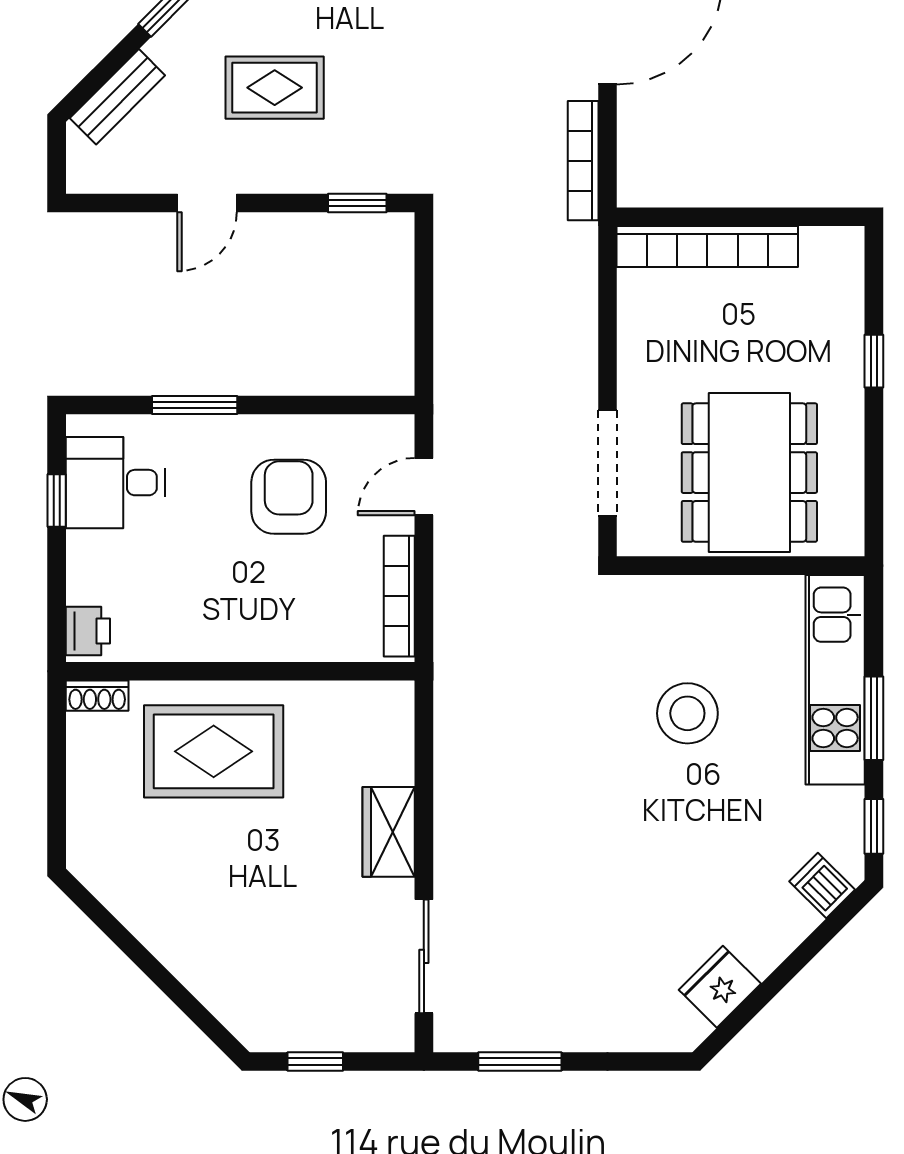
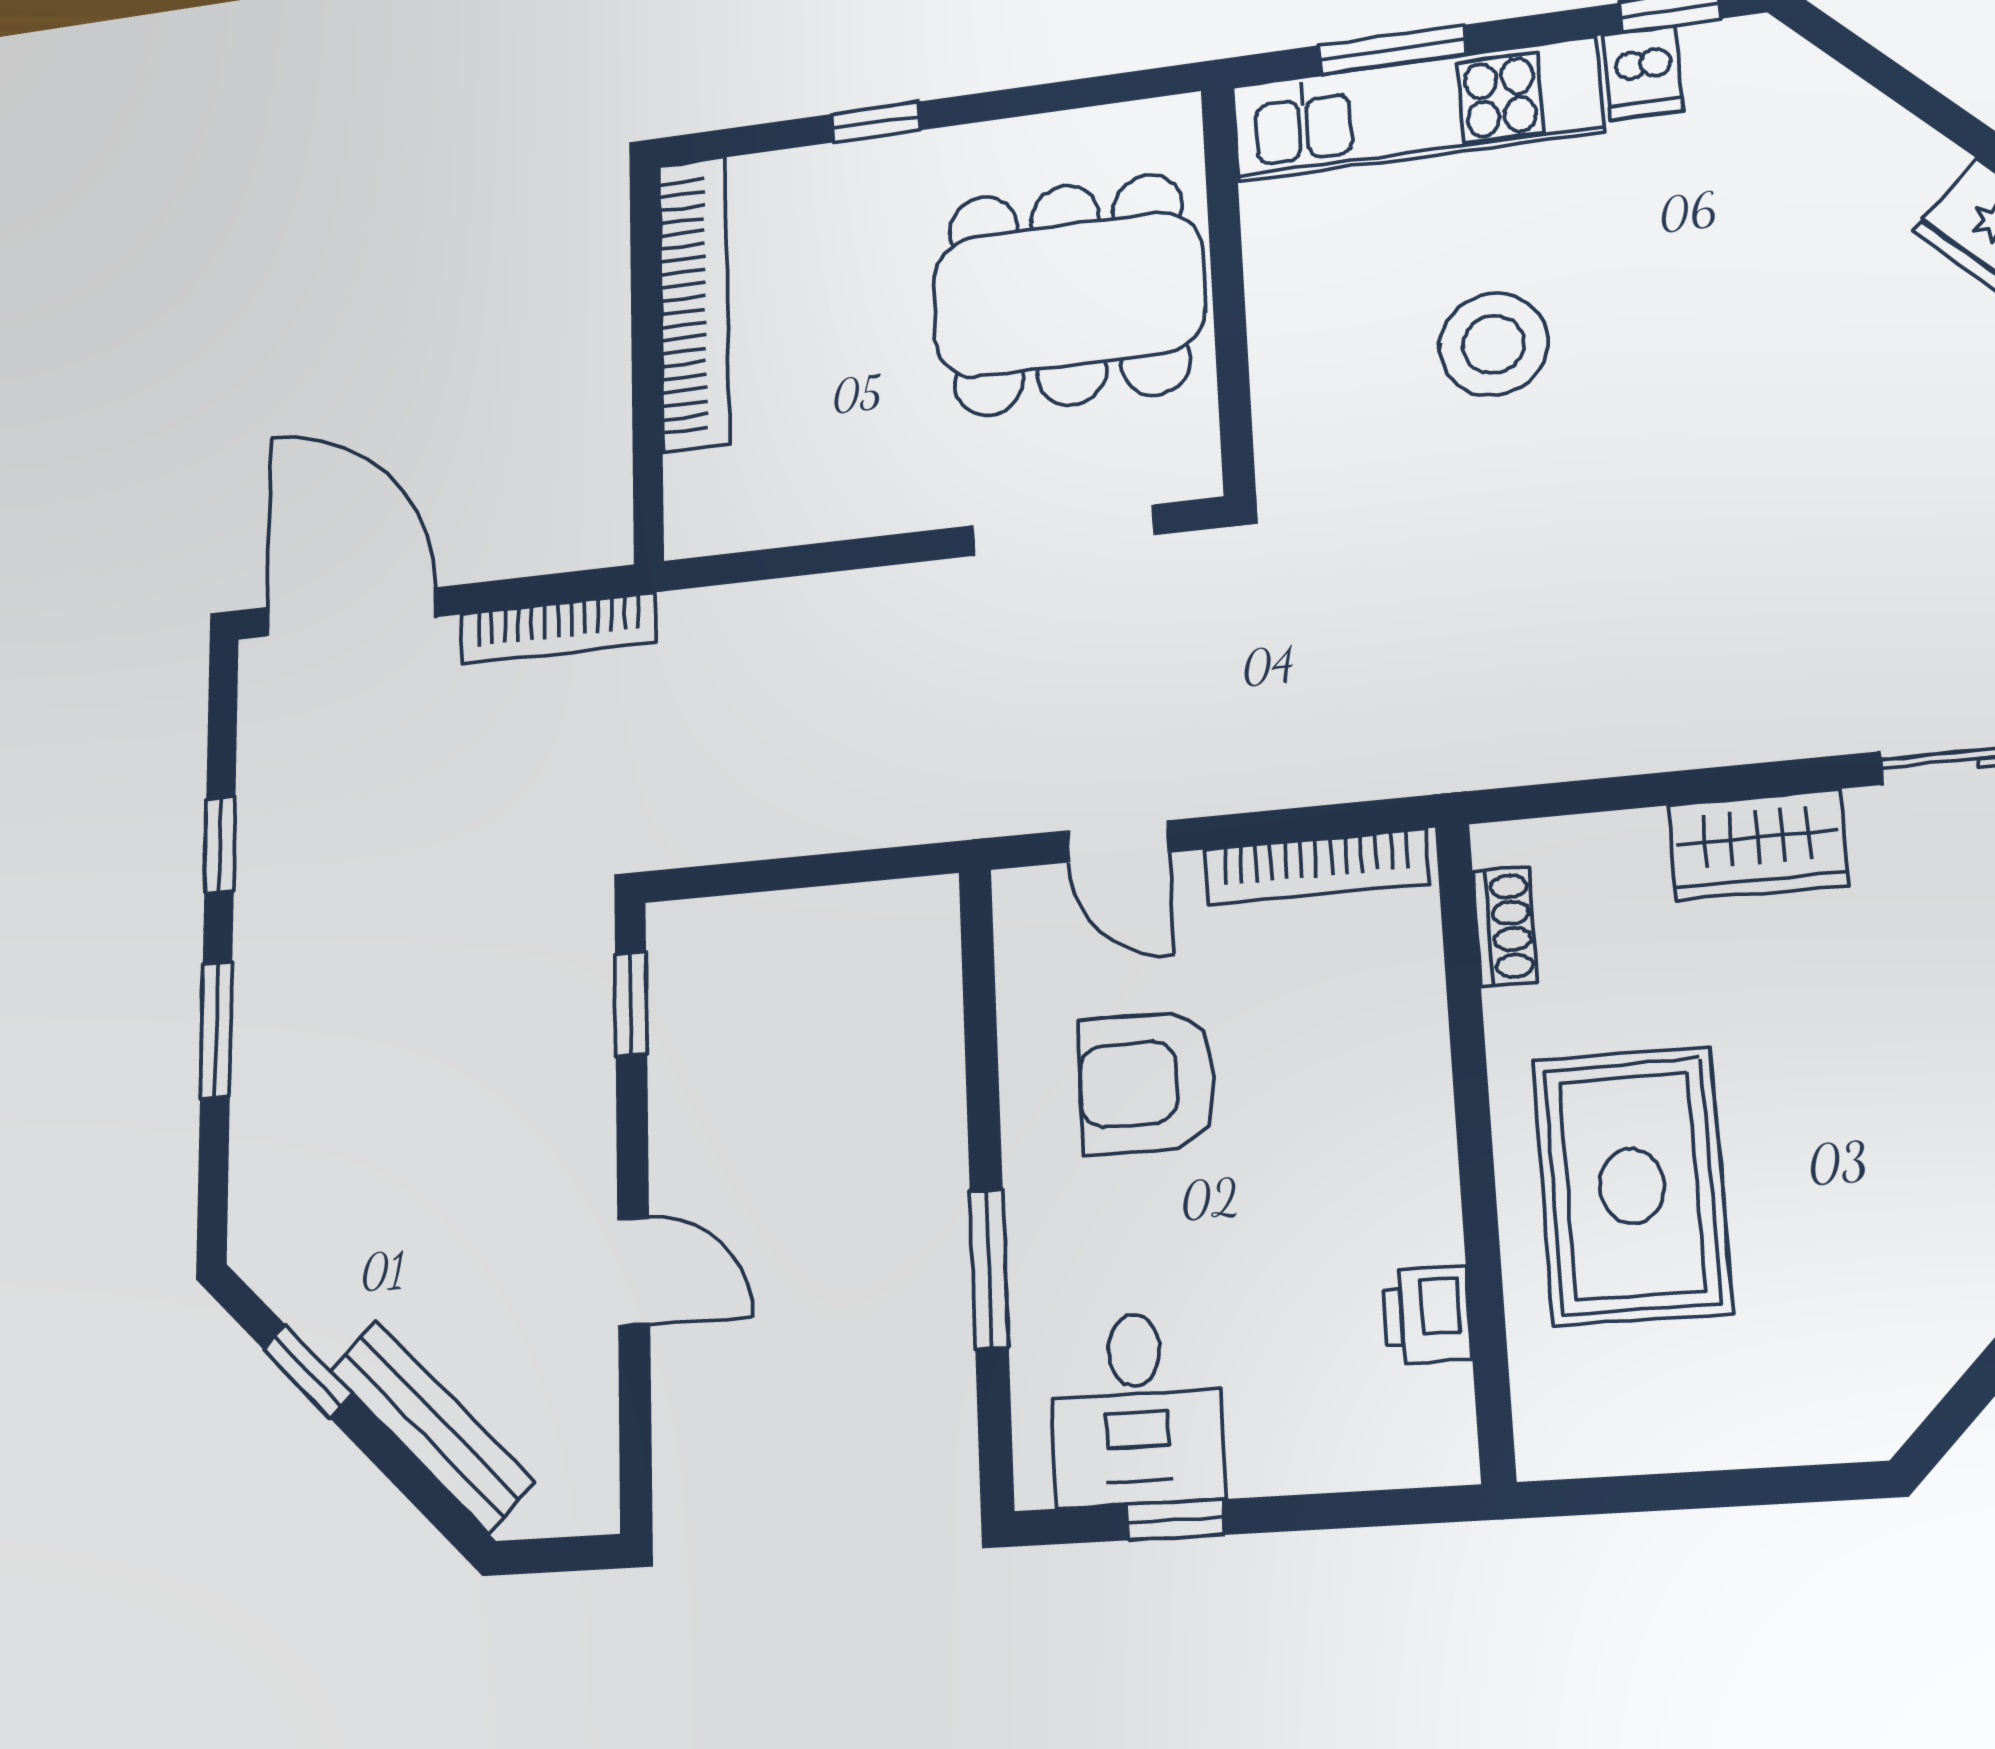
rug: (275, 88) -> (438, 1166), removed
bench: (117, 97) -> (431, 1426), width x1.36
bookcase: (707, 246) -> (694, 304), moved
printer: (88, 631) -> (1427, 1315), moved, turned -90
shoe rack: (97, 696) -> (1505, 927), moved
window: (874, 718) -> (1392, 50), moved
dishwasher: (822, 885) -> (1643, 73), moved, turned -45

